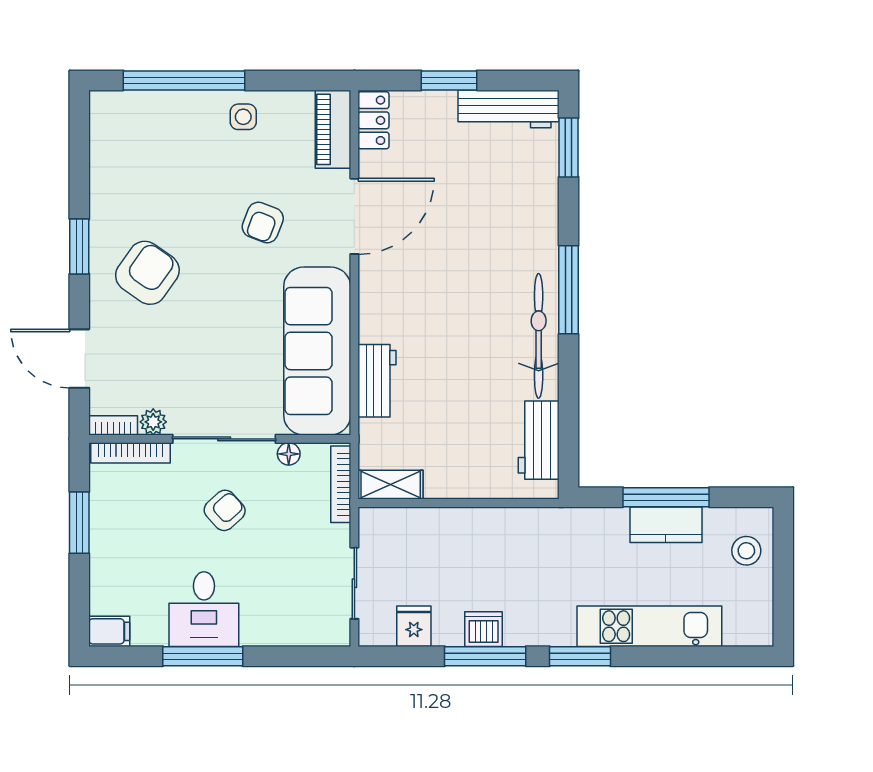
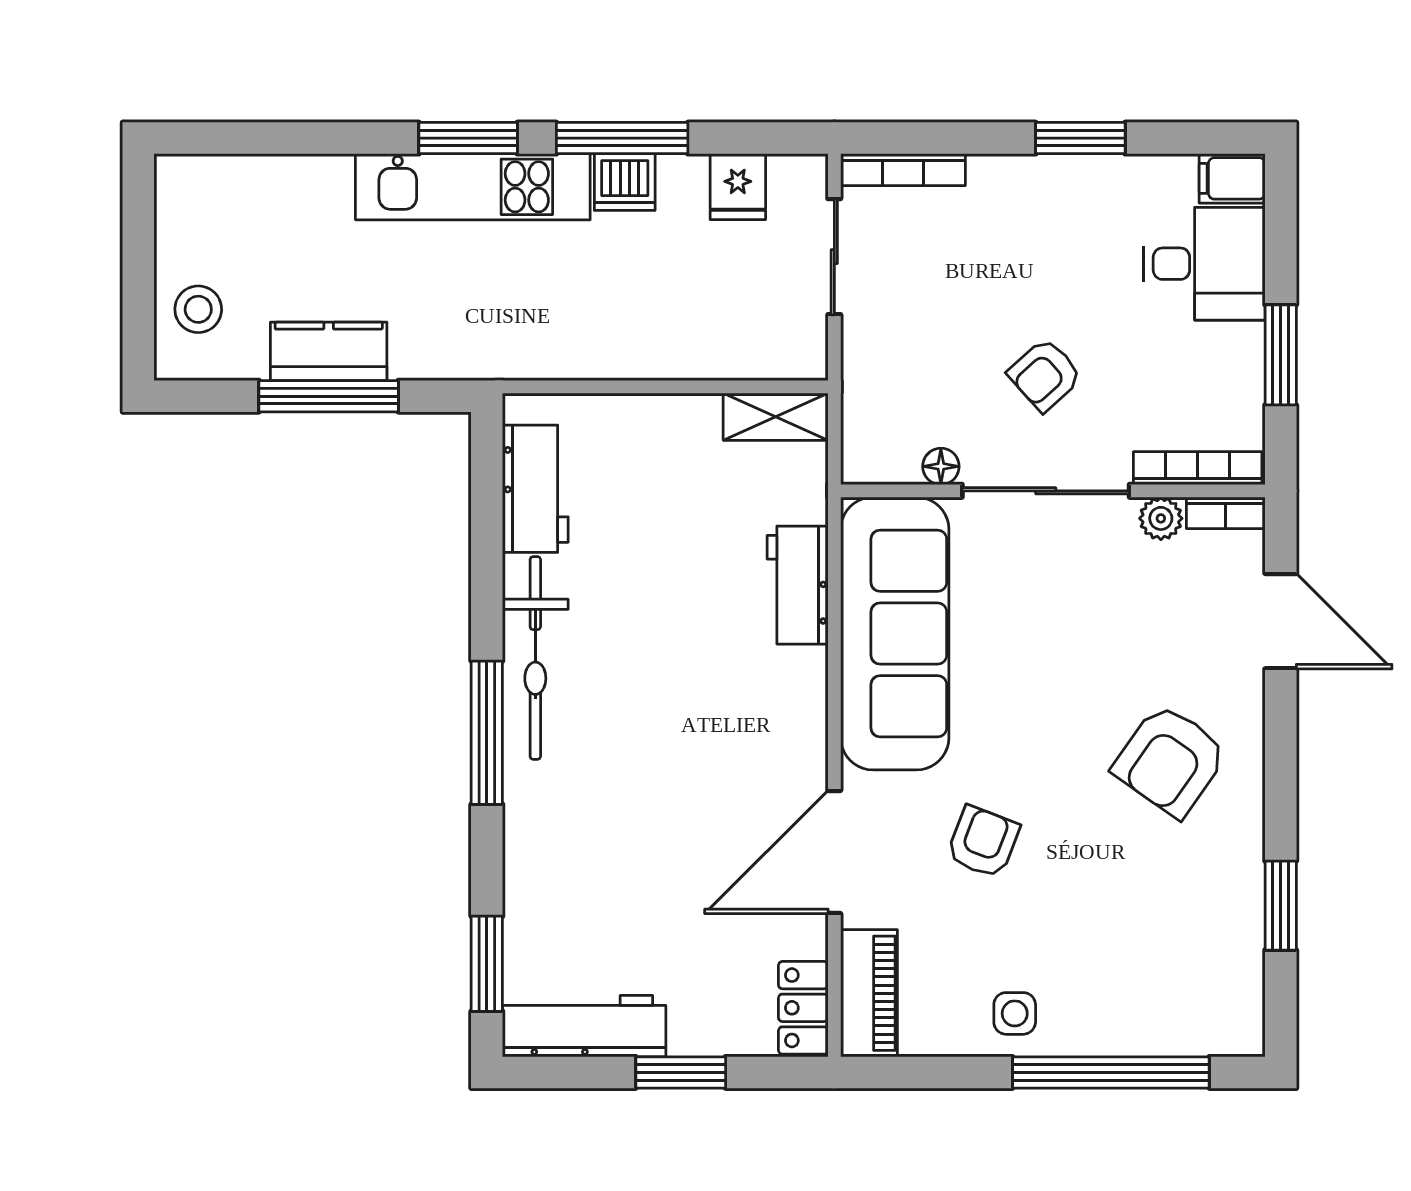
window: (79, 246) -> (1281, 906), moved
bookcase: (341, 484) -> (903, 170), moved, turned 90
desk: (204, 609) -> (1204, 264), moved, turned 90
kitchen unit: (649, 626) -> (473, 187), moved
window: (203, 656) -> (1080, 138), width x0.69

